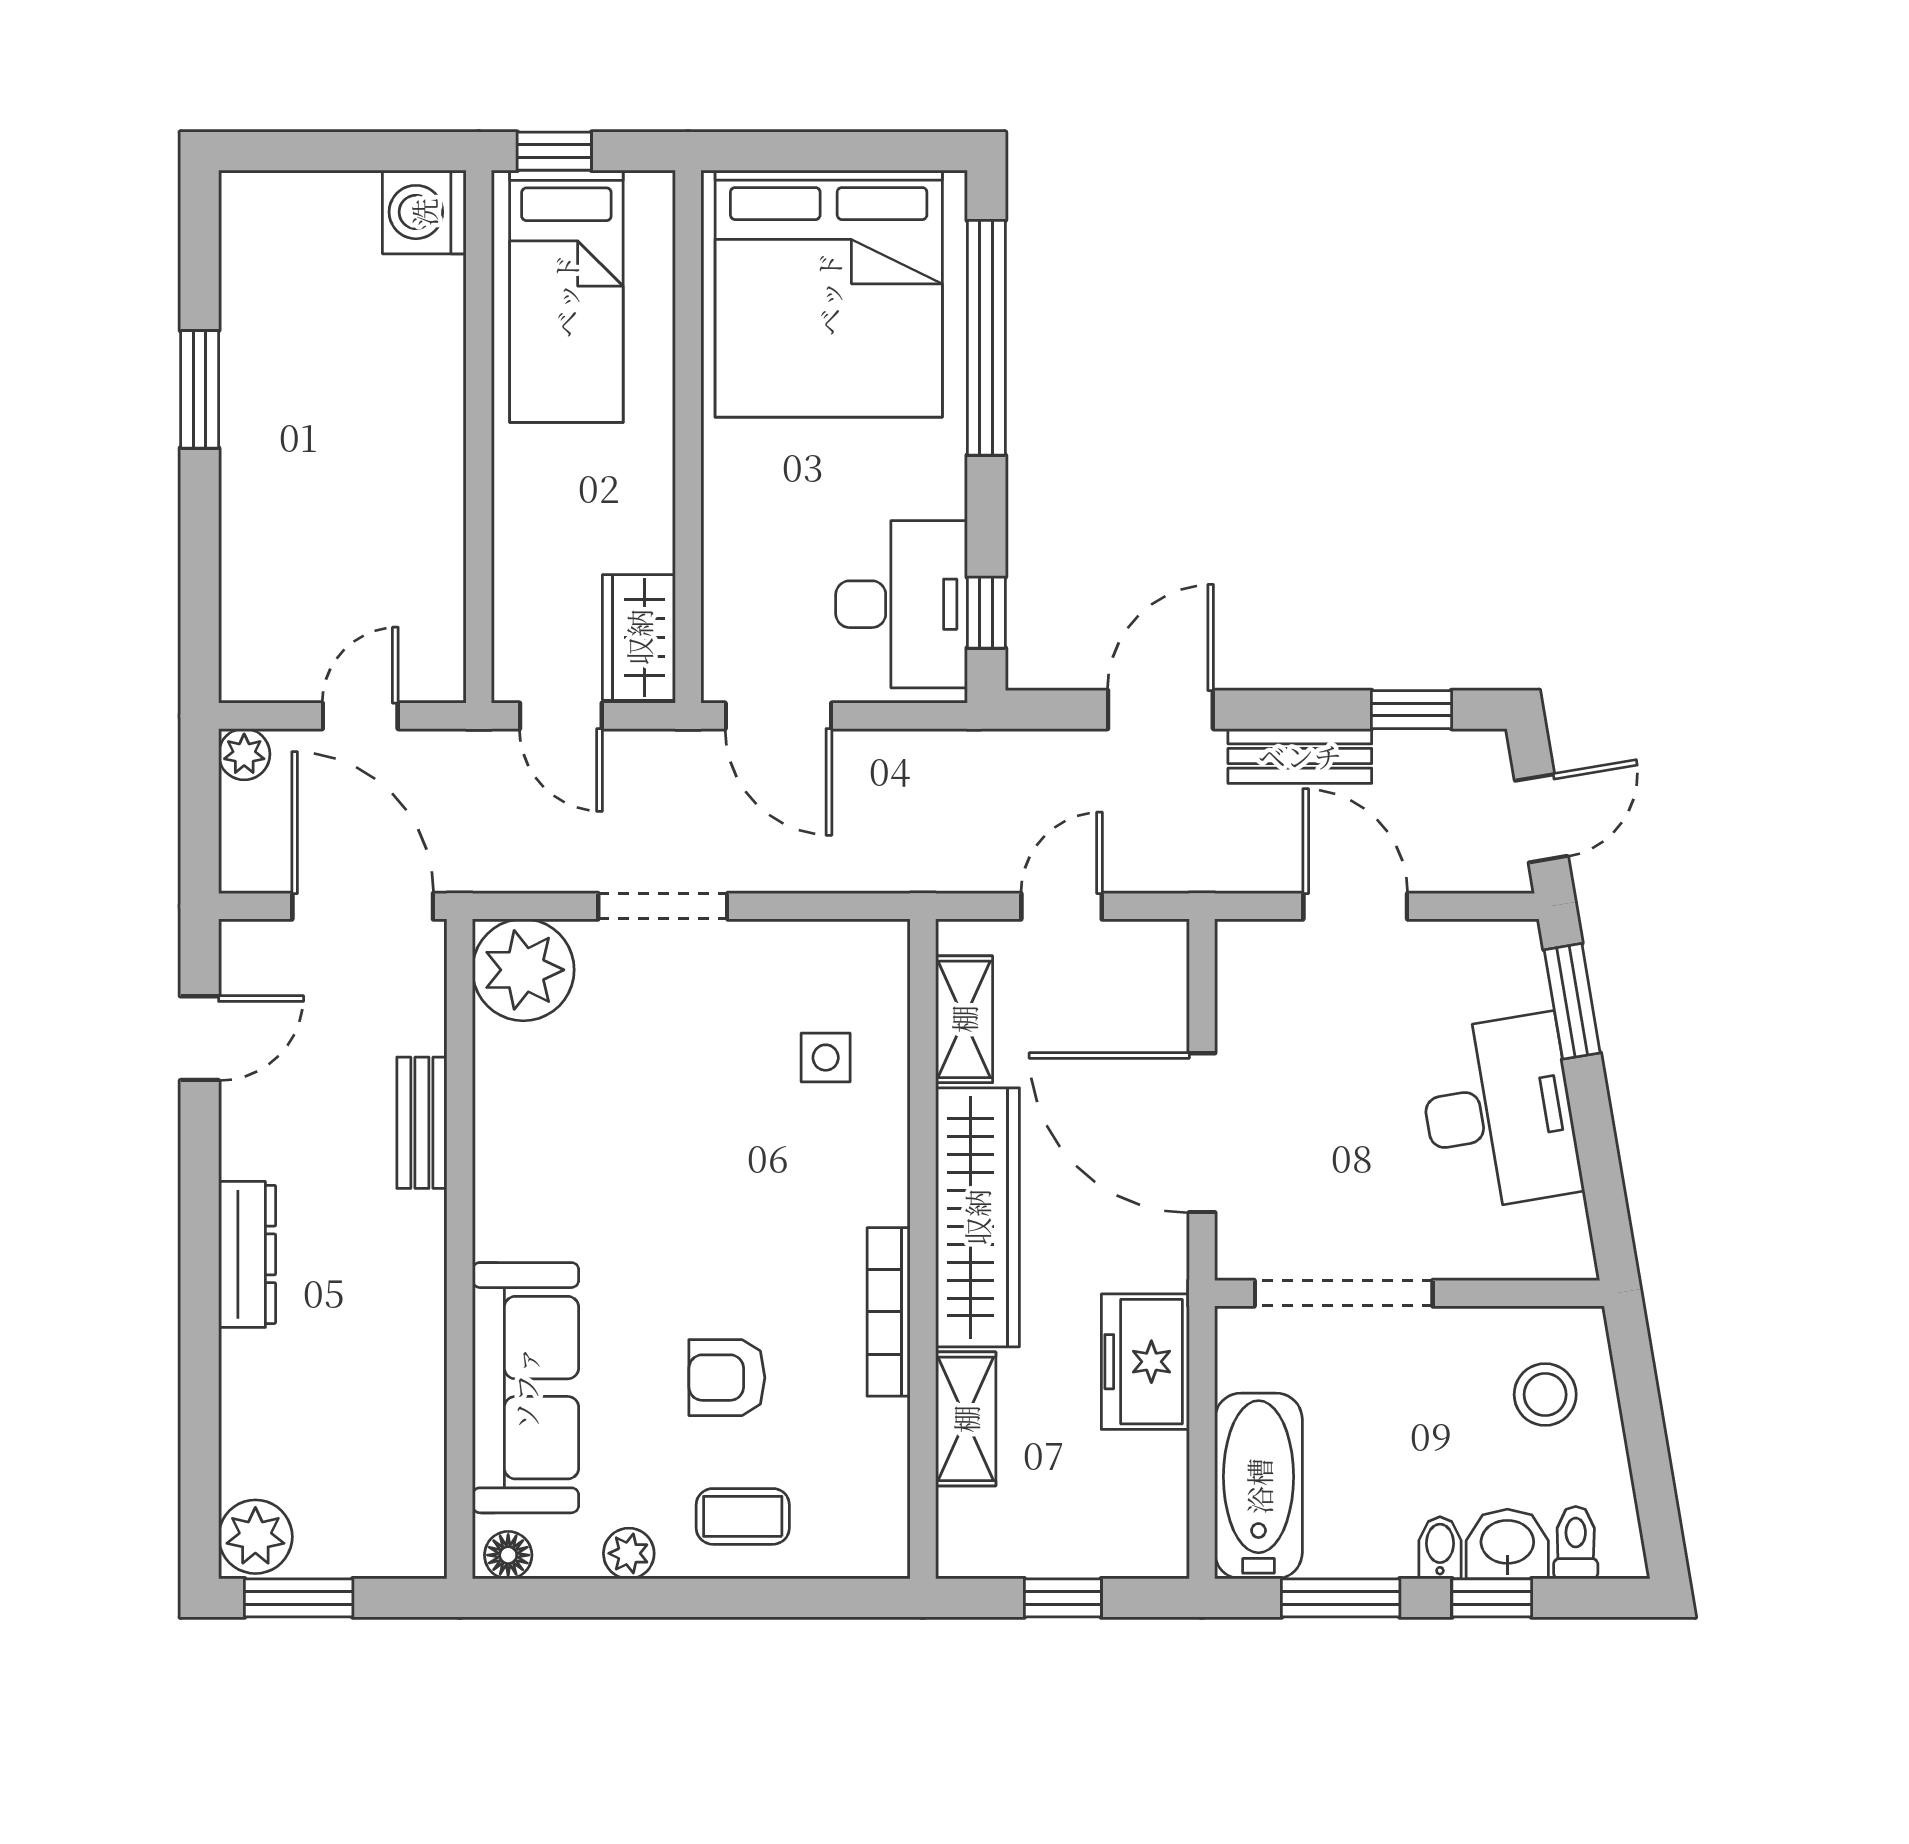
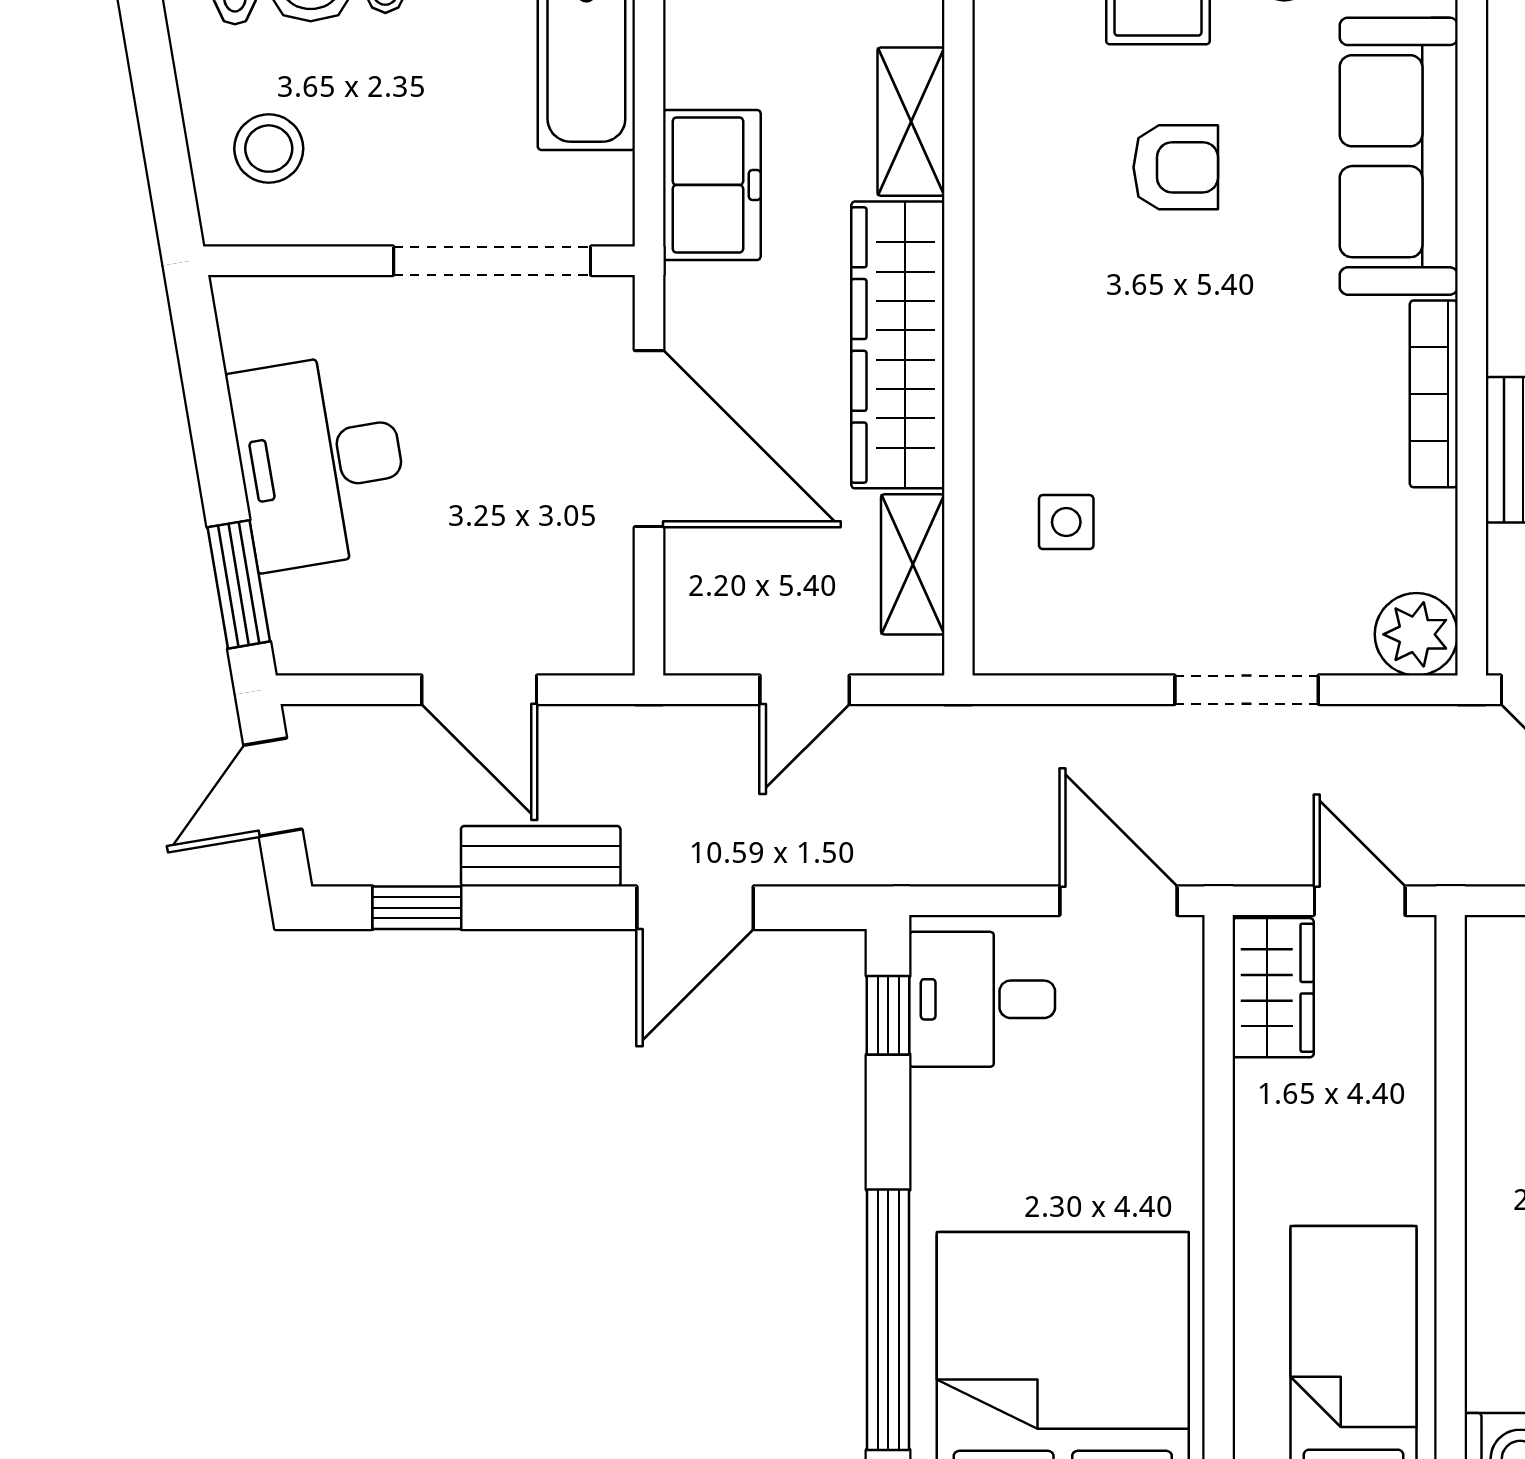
desk: (902, 604) -> (982, 999), width x0.73
plant: (523, 970) -> (1416, 634), width x0.73, depth x0.73
bookcase: (889, 1312) -> (1434, 394), moved, turned 180

